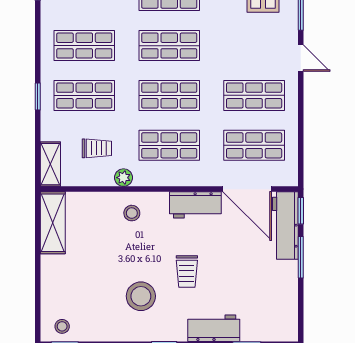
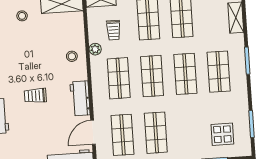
door: (247, 189) -> (93, 132), width x0.73
stool: (141, 296) -> (22, 16), moved, width x0.53, depth x0.53

